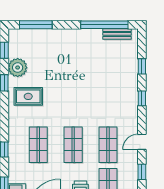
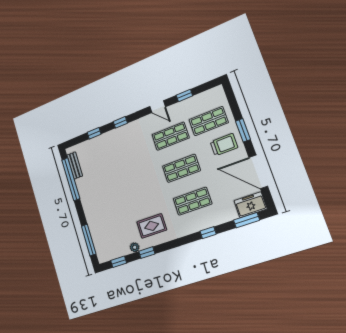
plant: (18, 68) -> (135, 247), width x0.53, depth x0.53
rug: (28, 96) -> (152, 226), turned 90

